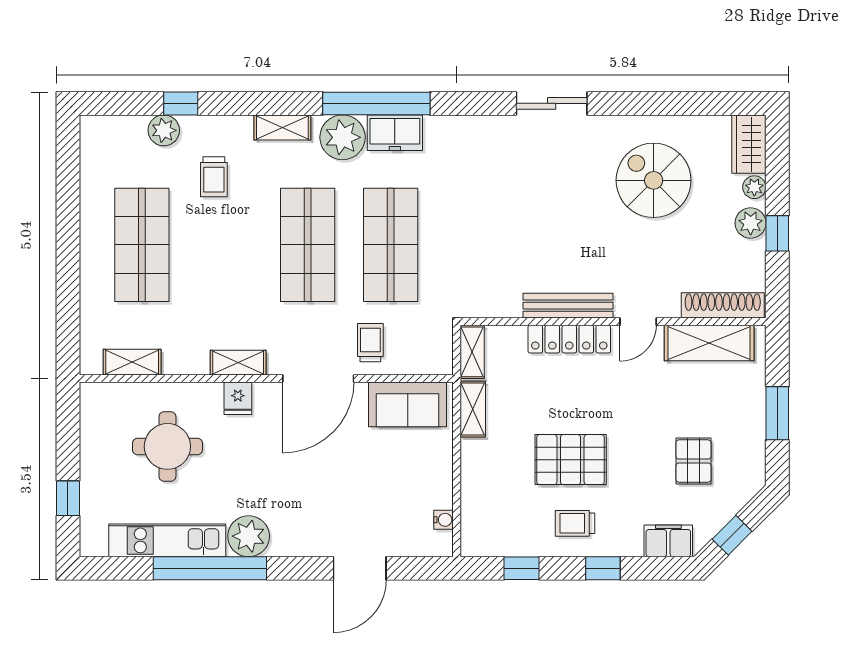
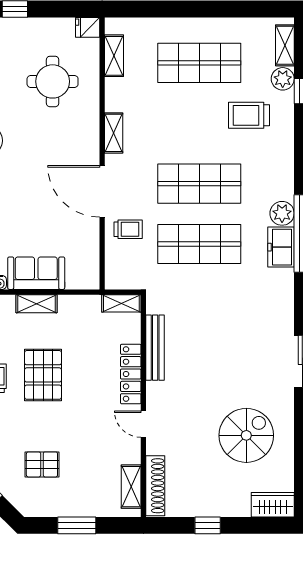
shelving: (282, 127) -> (285, 45), moved
plant: (343, 137) -> (282, 213), width x0.73, depth x0.73
trolley: (214, 177) -> (249, 115), width x1.36, depth x1.39
plant: (754, 187) -> (241, 509), removed
plant: (751, 223) -> (215, 506), removed
bench: (568, 306) -> (155, 348), moved
shelving: (709, 343) -> (131, 487), width x0.67, depth x0.75
fridge: (238, 398) -> (88, 27), moved
sofa: (408, 404) -> (36, 273), moved, turned 90
shelving: (473, 409) -> (37, 304), moved

